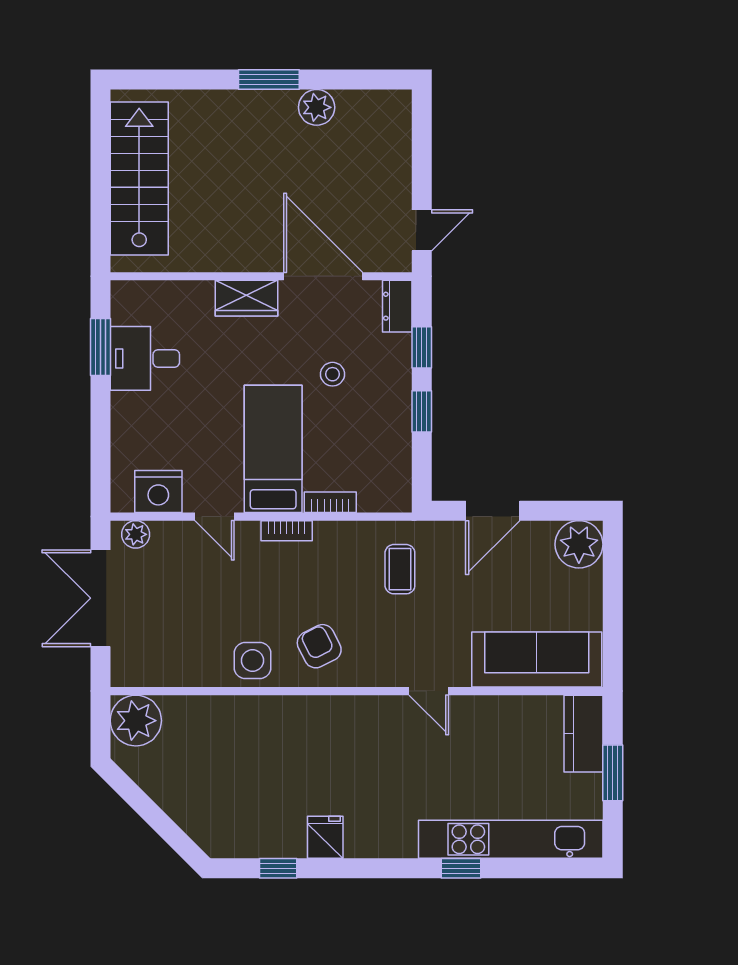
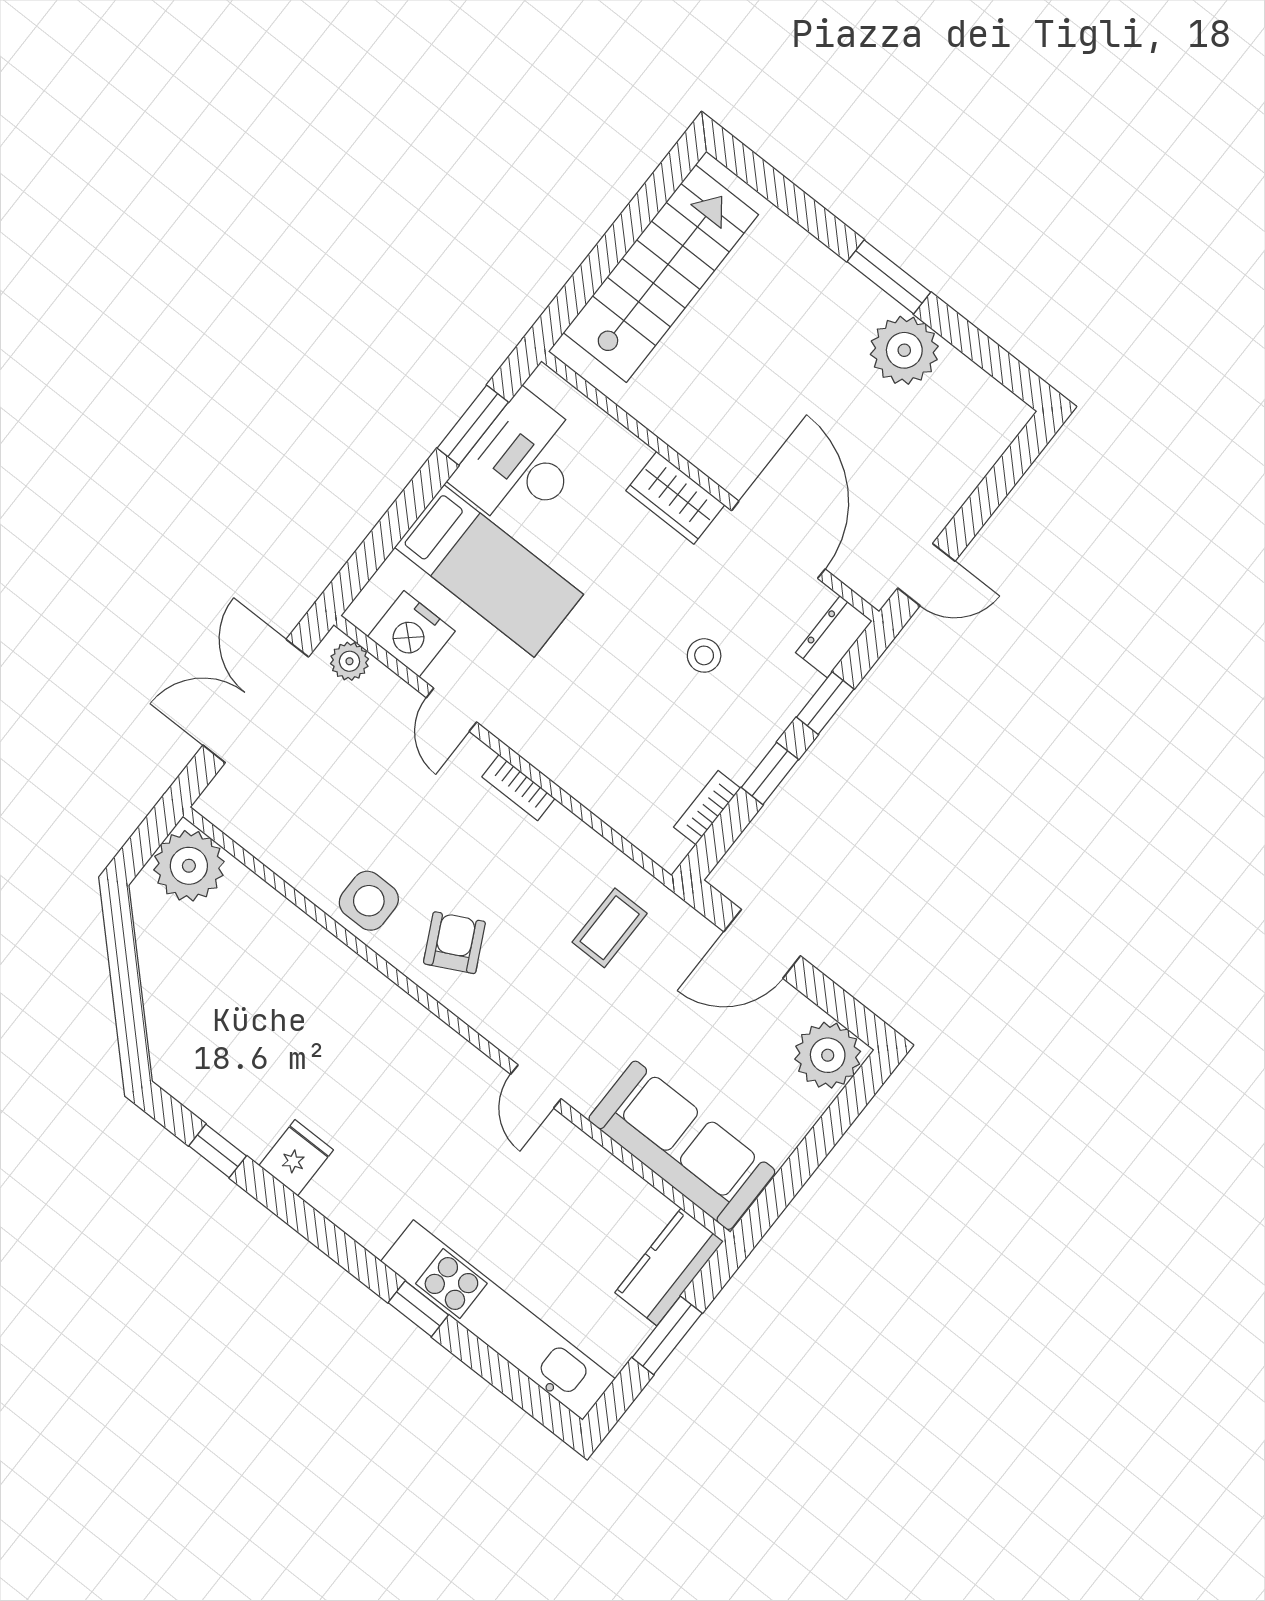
plant: (317, 107) -> (904, 350), width x1.36, depth x1.36
desk: (145, 358) -> (522, 463), width x1.37
bed: (273, 449) -> (489, 571), moved, turned 90
bookcase: (330, 502) -> (707, 808), moved, turned -90

